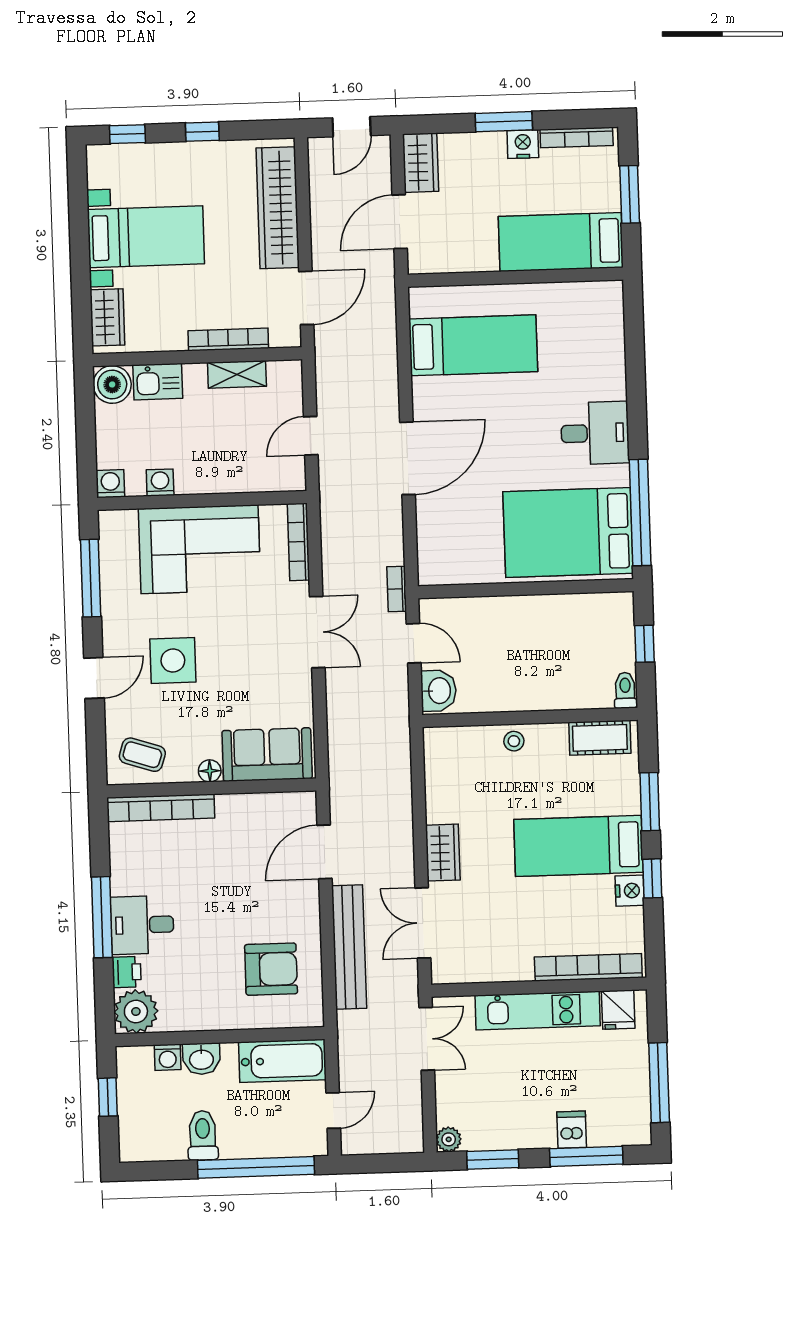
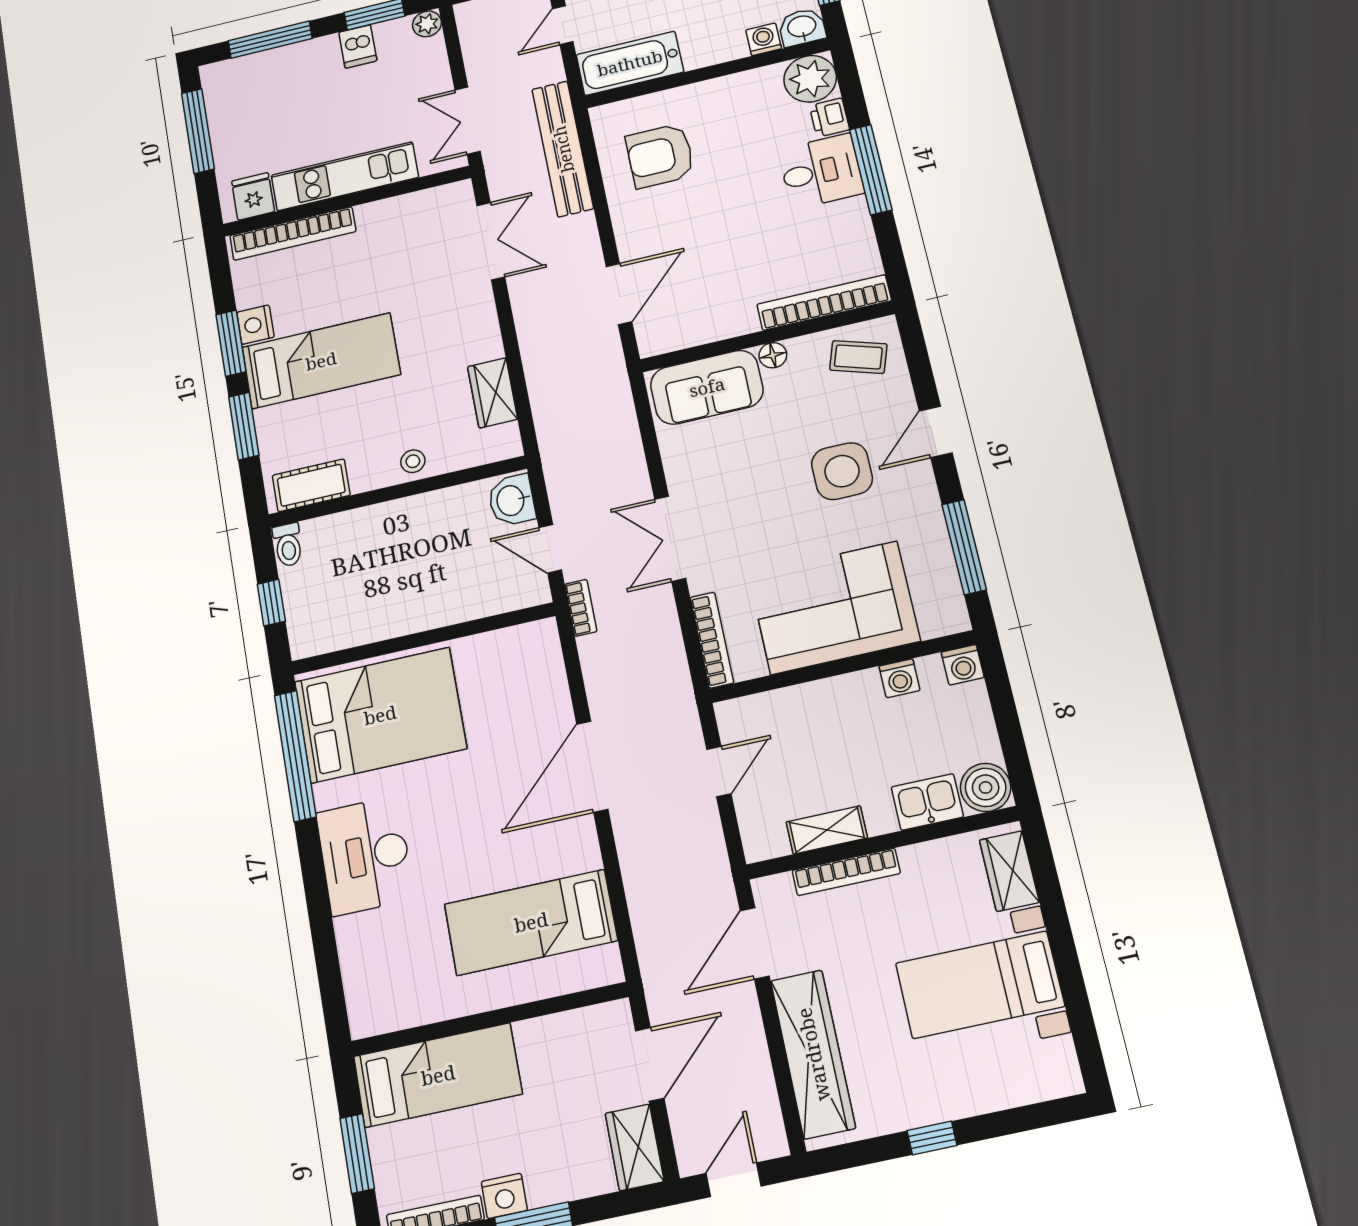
window: (127, 134) -> (1032, 1117), removed
desk: (595, 433) -> (365, 856), width x1.37
wardrobe: (443, 853) -> (493, 393), moved
window: (652, 878) -> (231, 343), width x1.50
bench: (349, 947) -> (563, 149), moved
washbasin: (201, 1059) -> (802, 27), moved
dishwasher: (572, 1130) -> (358, 46), moved

